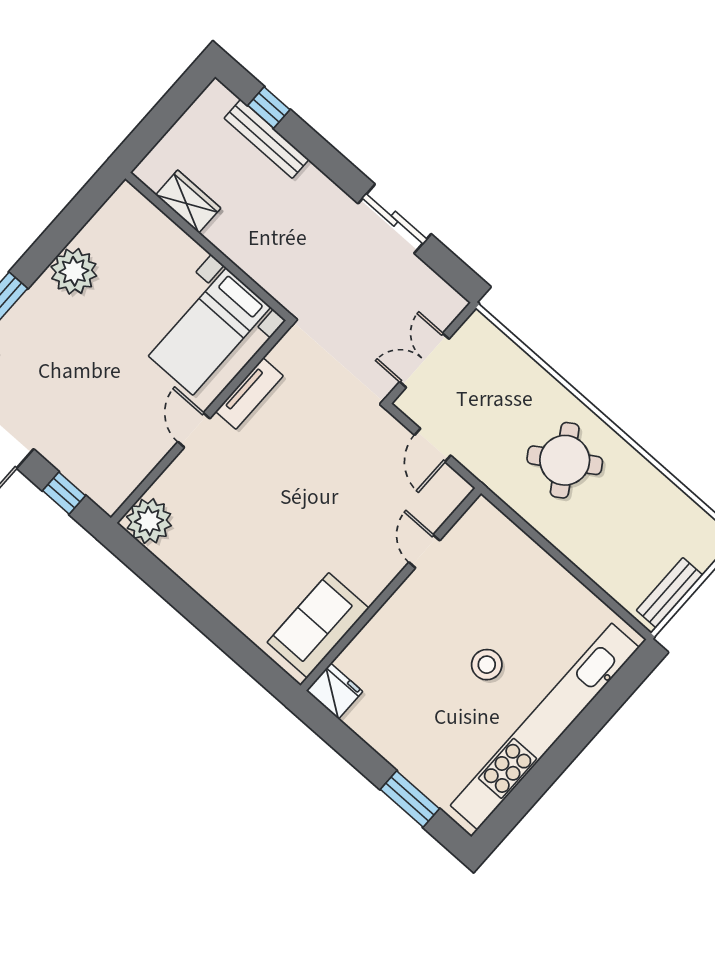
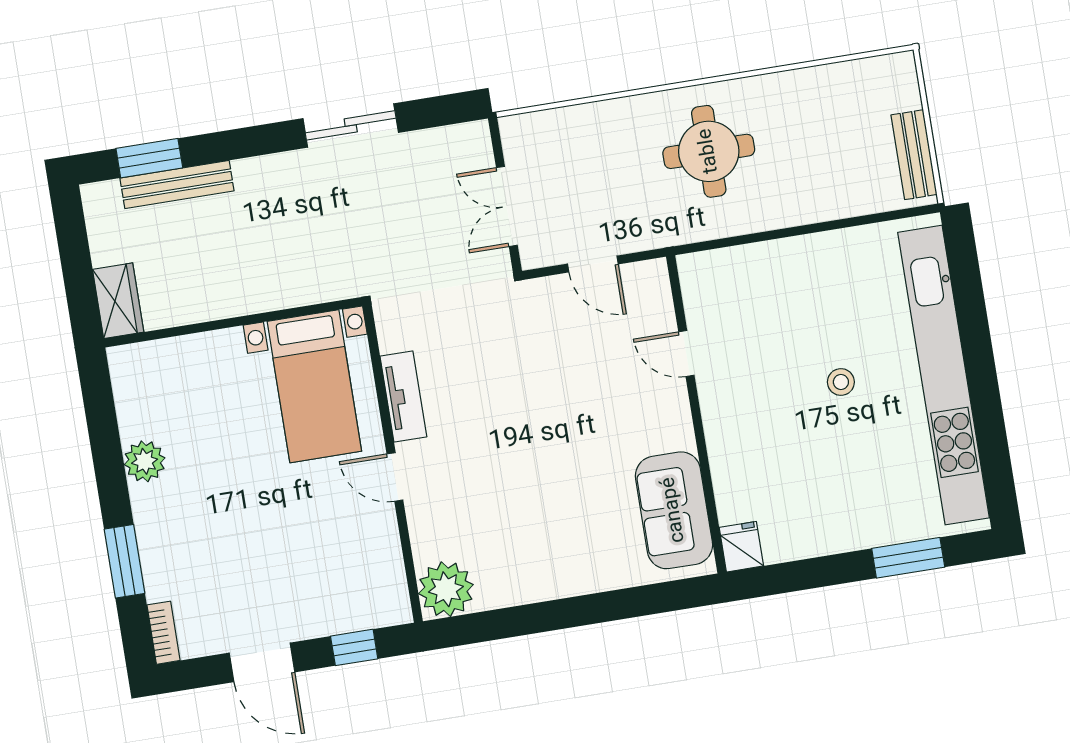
window: (269, 108) -> (149, 158), width x1.50
wardrobe: (188, 202) -> (118, 301), moved, turned 90
plant: (74, 271) -> (145, 461), width x0.73, depth x0.73
round table: (565, 460) -> (709, 151), turned 32
stool: (487, 665) -> (841, 382), width x0.73, depth x0.73
fridge: (334, 691) -> (741, 547), width x0.72

